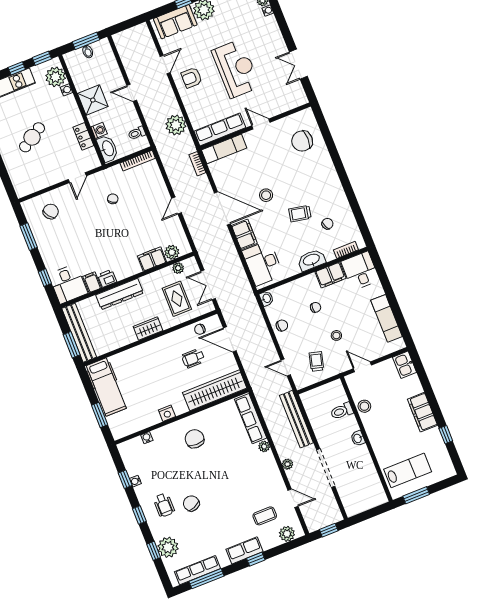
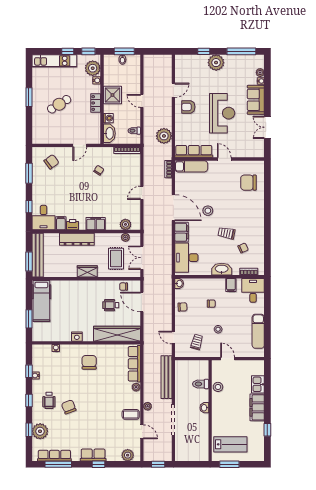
sofa: (175, 22) -> (256, 100), moved, turned 90
locker: (83, 136) -> (96, 103), moved
filing cabinet: (152, 259) -> (96, 224), moved
filing cabinet: (331, 275) -> (231, 285), width x0.50
kitchen sink: (405, 365) -> (258, 384), moved
coffee table: (265, 516) -> (131, 414), moved

